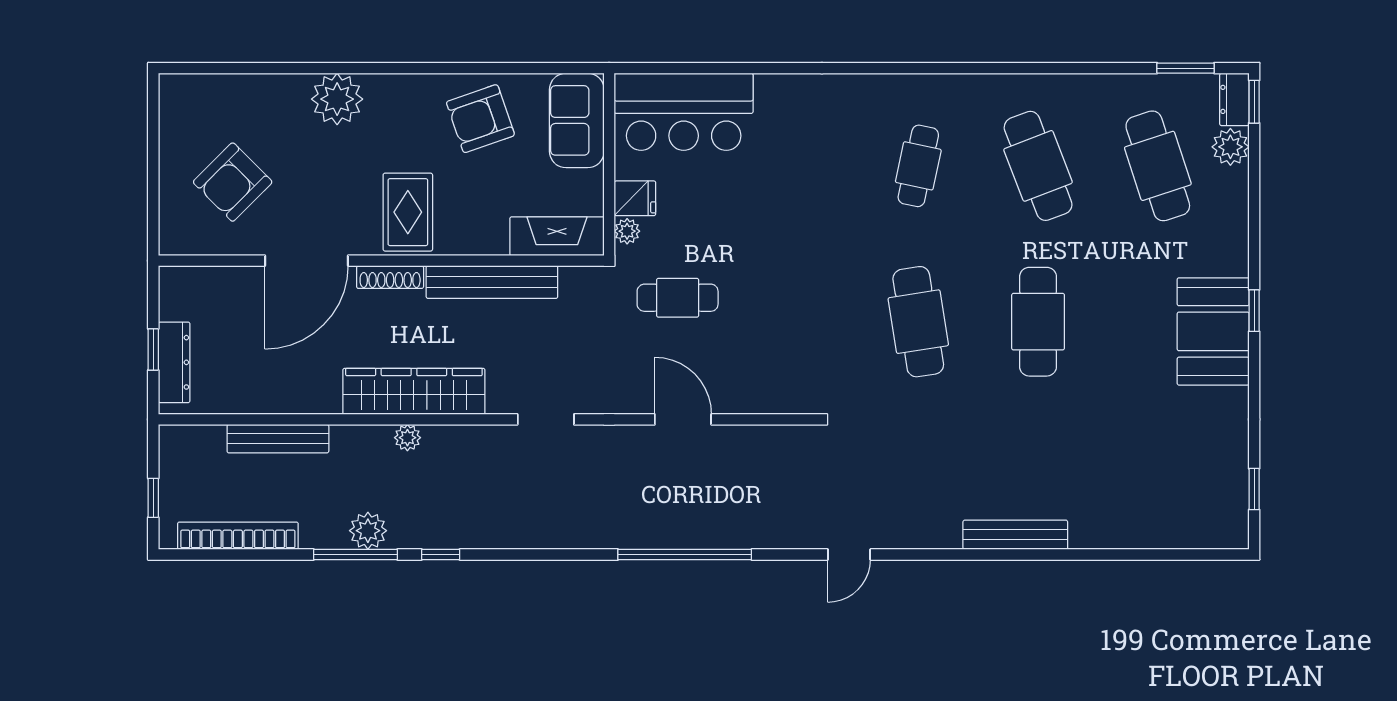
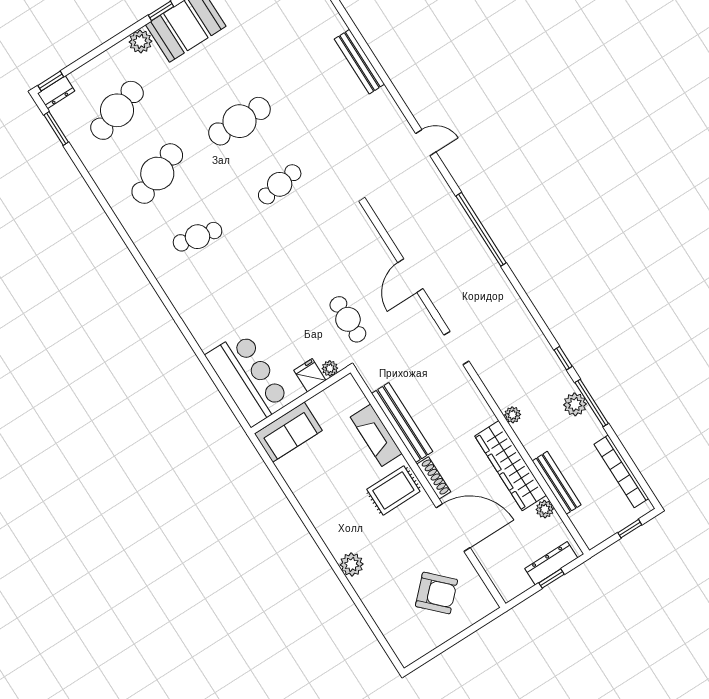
plant: (337, 99) -> (352, 564), width x0.73, depth x0.73
armchair: (480, 119) -> (320, 484), removed
plant: (1230, 147) -> (140, 42), moved
fireplace: (557, 236) -> (376, 435), moved
cafe table: (918, 322) -> (280, 184), width x0.73, depth x0.74
wardrobe: (414, 391) -> (511, 466), moved
plant: (253, 400) -> (545, 509), added

